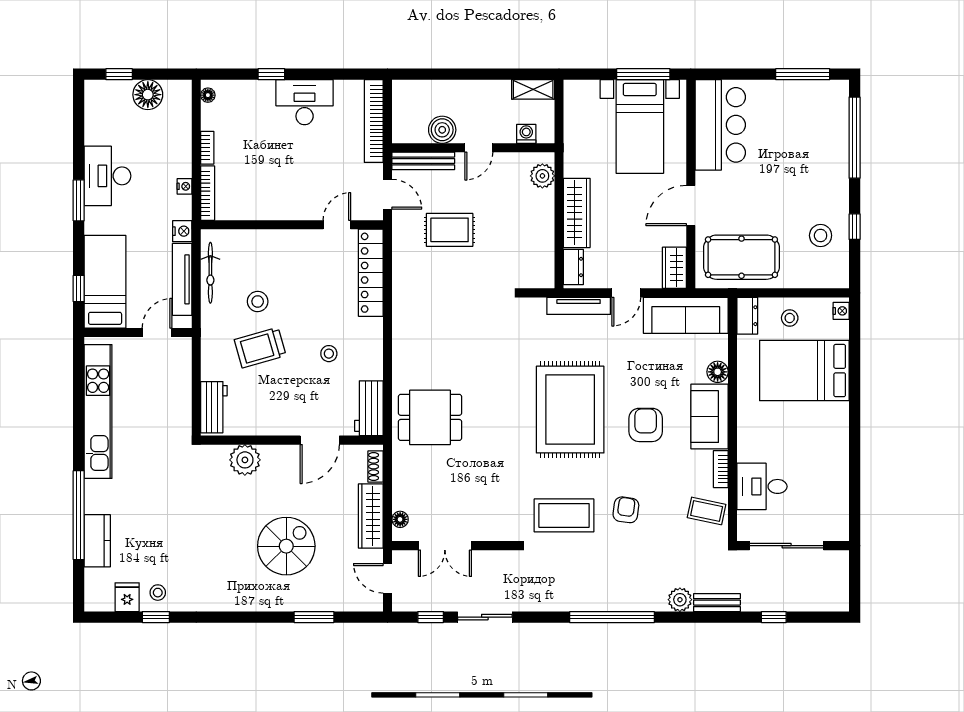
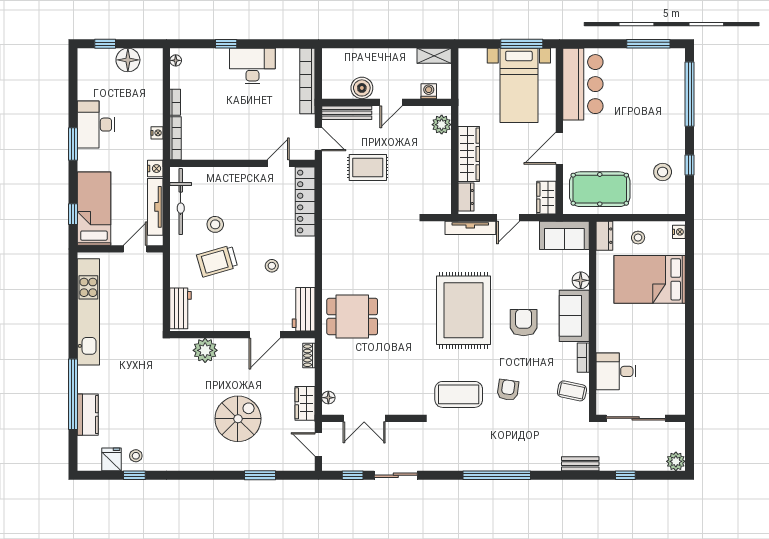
bicycle: (210, 273) -> (181, 202), width x1.37, depth x1.40
sofa: (686, 315) -> (564, 235), width x0.73
wardrobe: (371, 516) -> (305, 403), width x0.67
plant: (680, 600) -> (676, 461), moved

